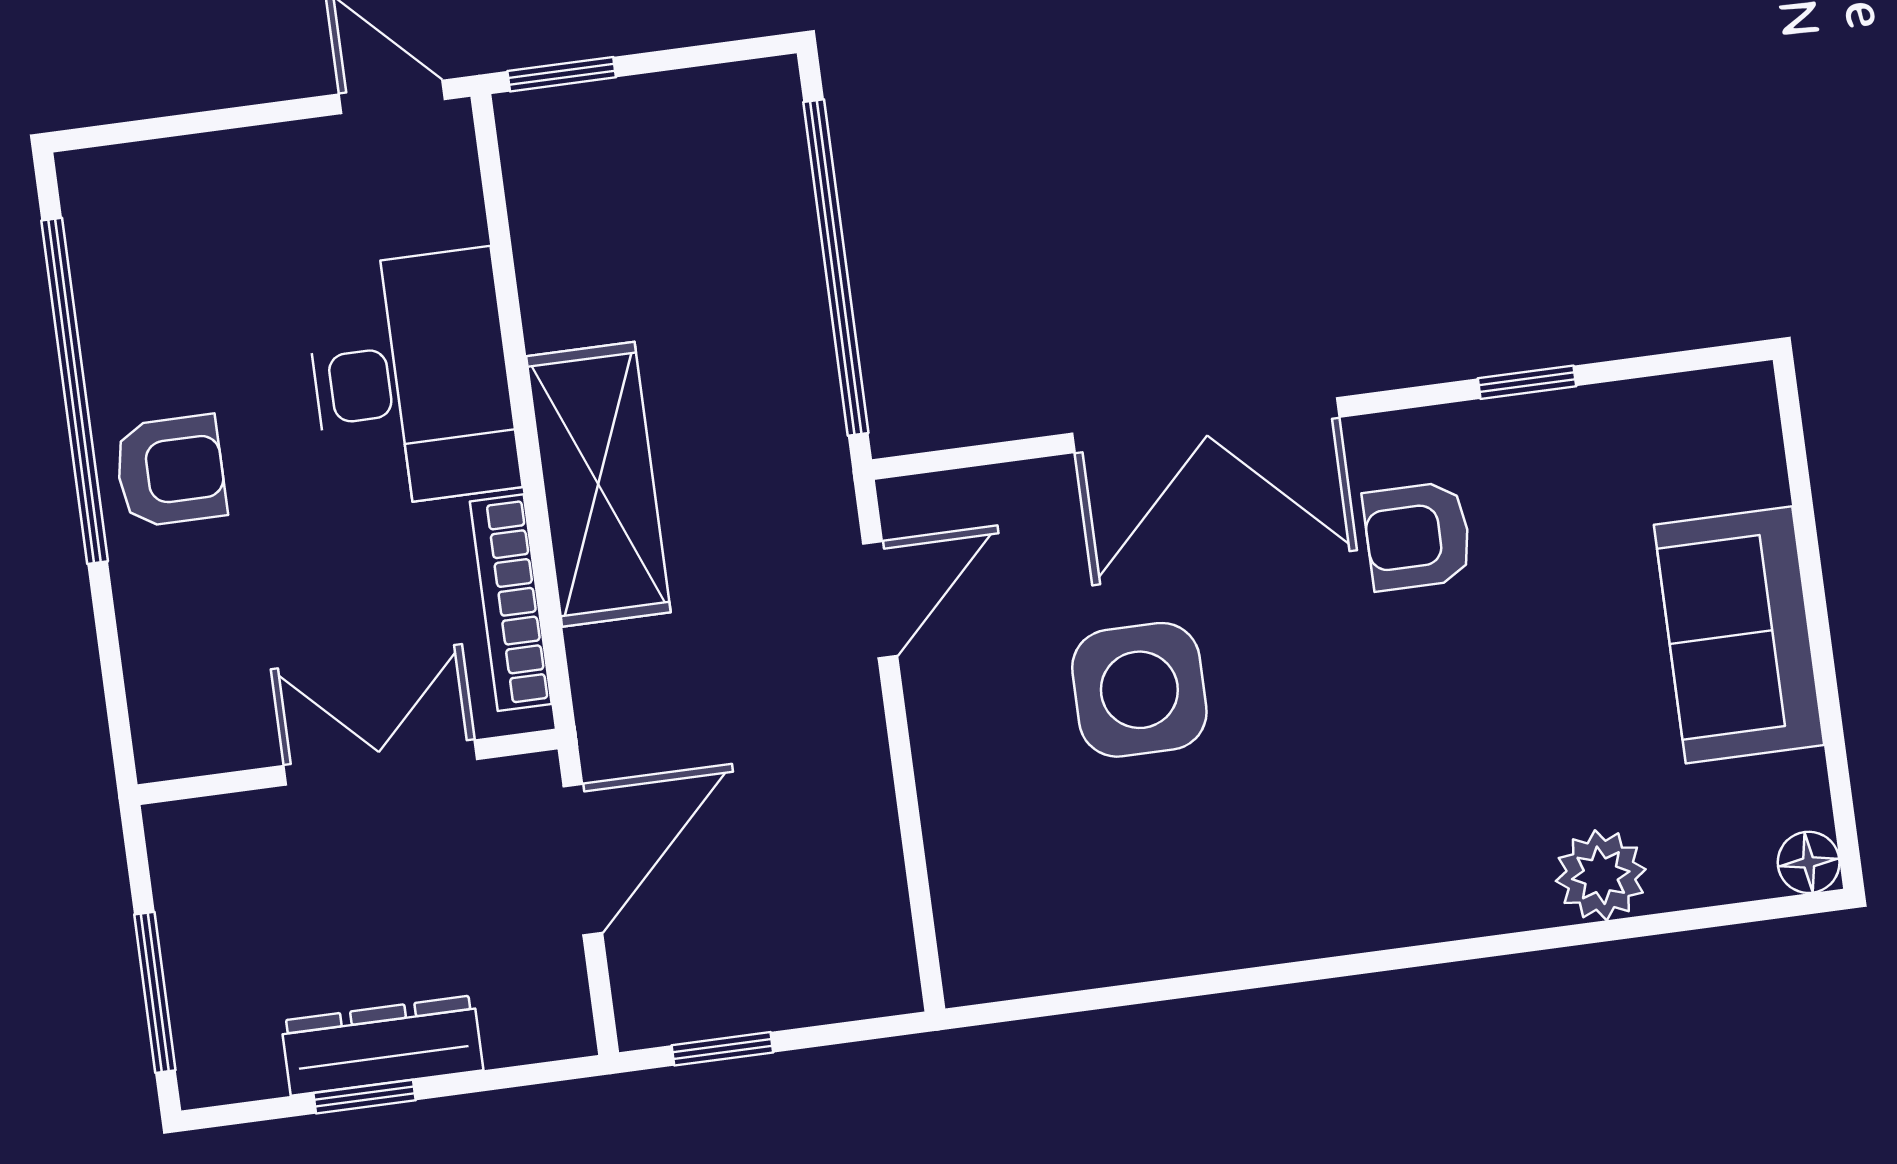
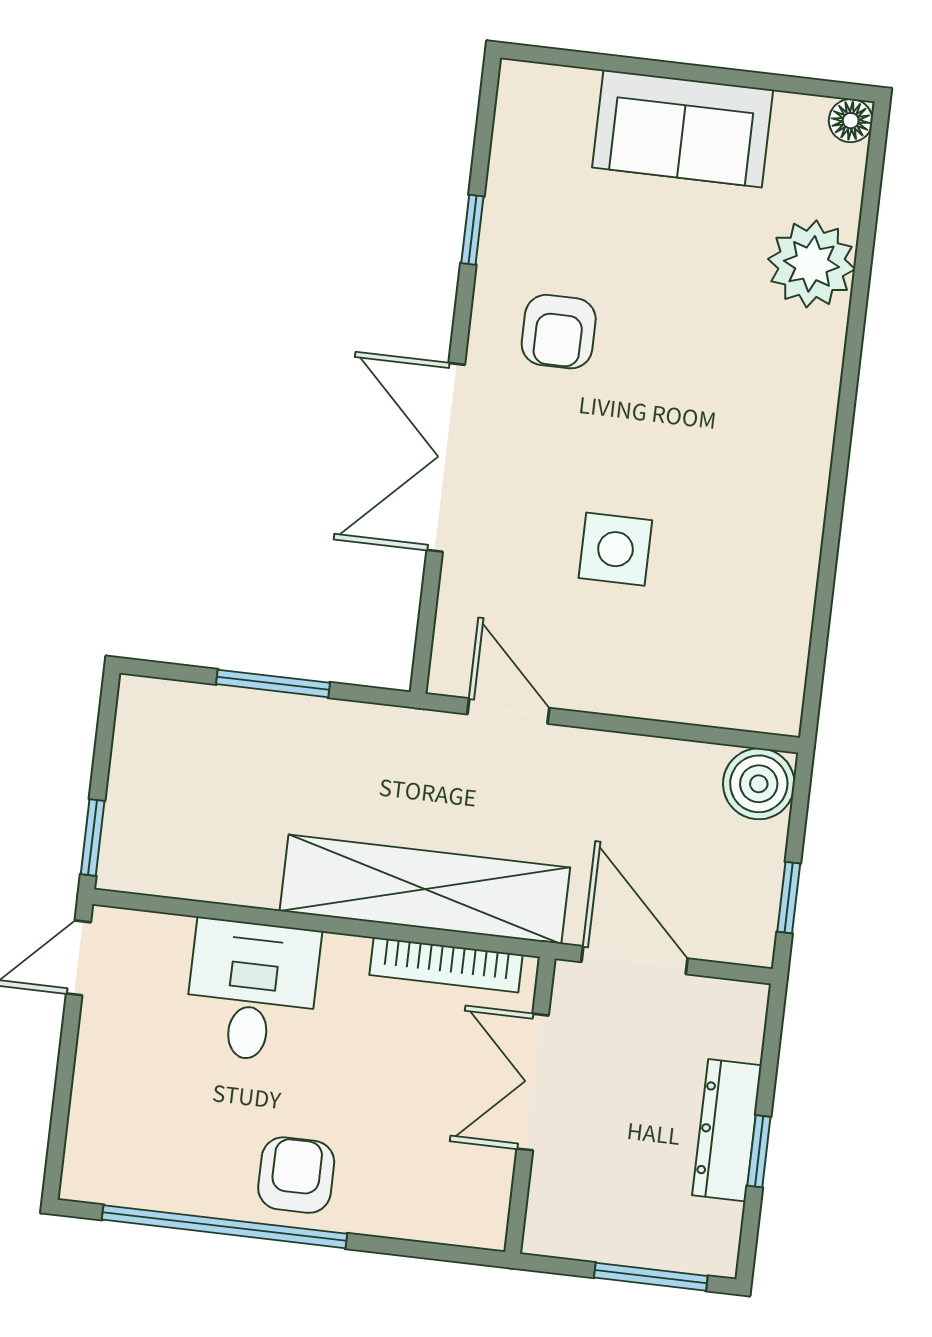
window: (836, 268) -> (273, 683), width x0.47
desk: (412, 379) -> (252, 991), width x0.73
double door: (1206, 425) -> (446, 457), swing flipped
shelving: (598, 484) -> (425, 889), width x1.47
side table: (1139, 690) -> (615, 549), width x0.73, depth x0.73
plant: (1601, 875) -> (812, 264), width x1.36, depth x1.36
boiler: (868, 968) -> (759, 784), added

